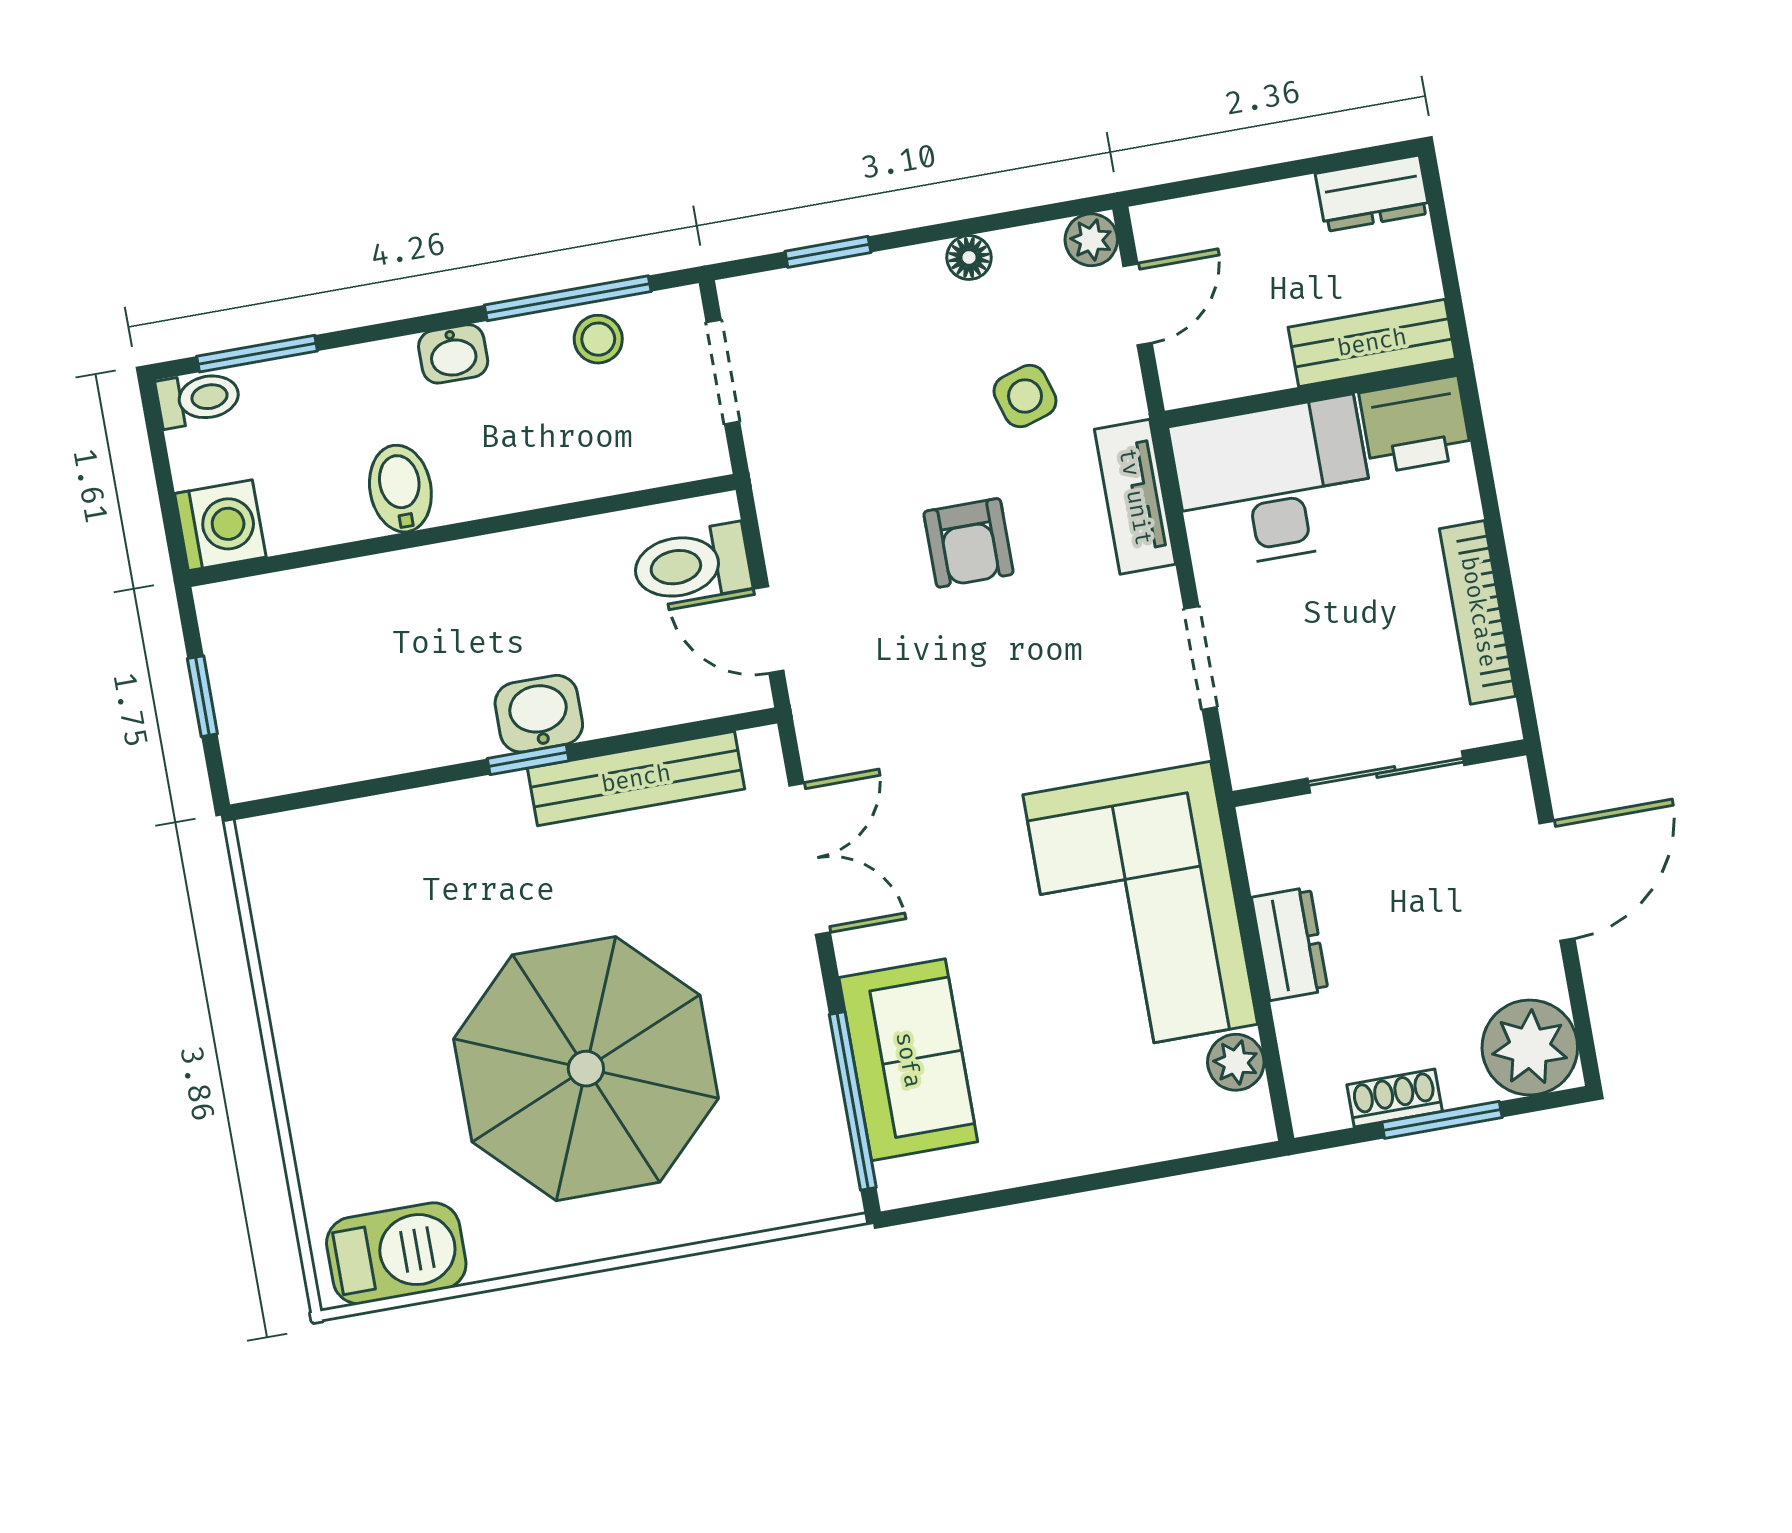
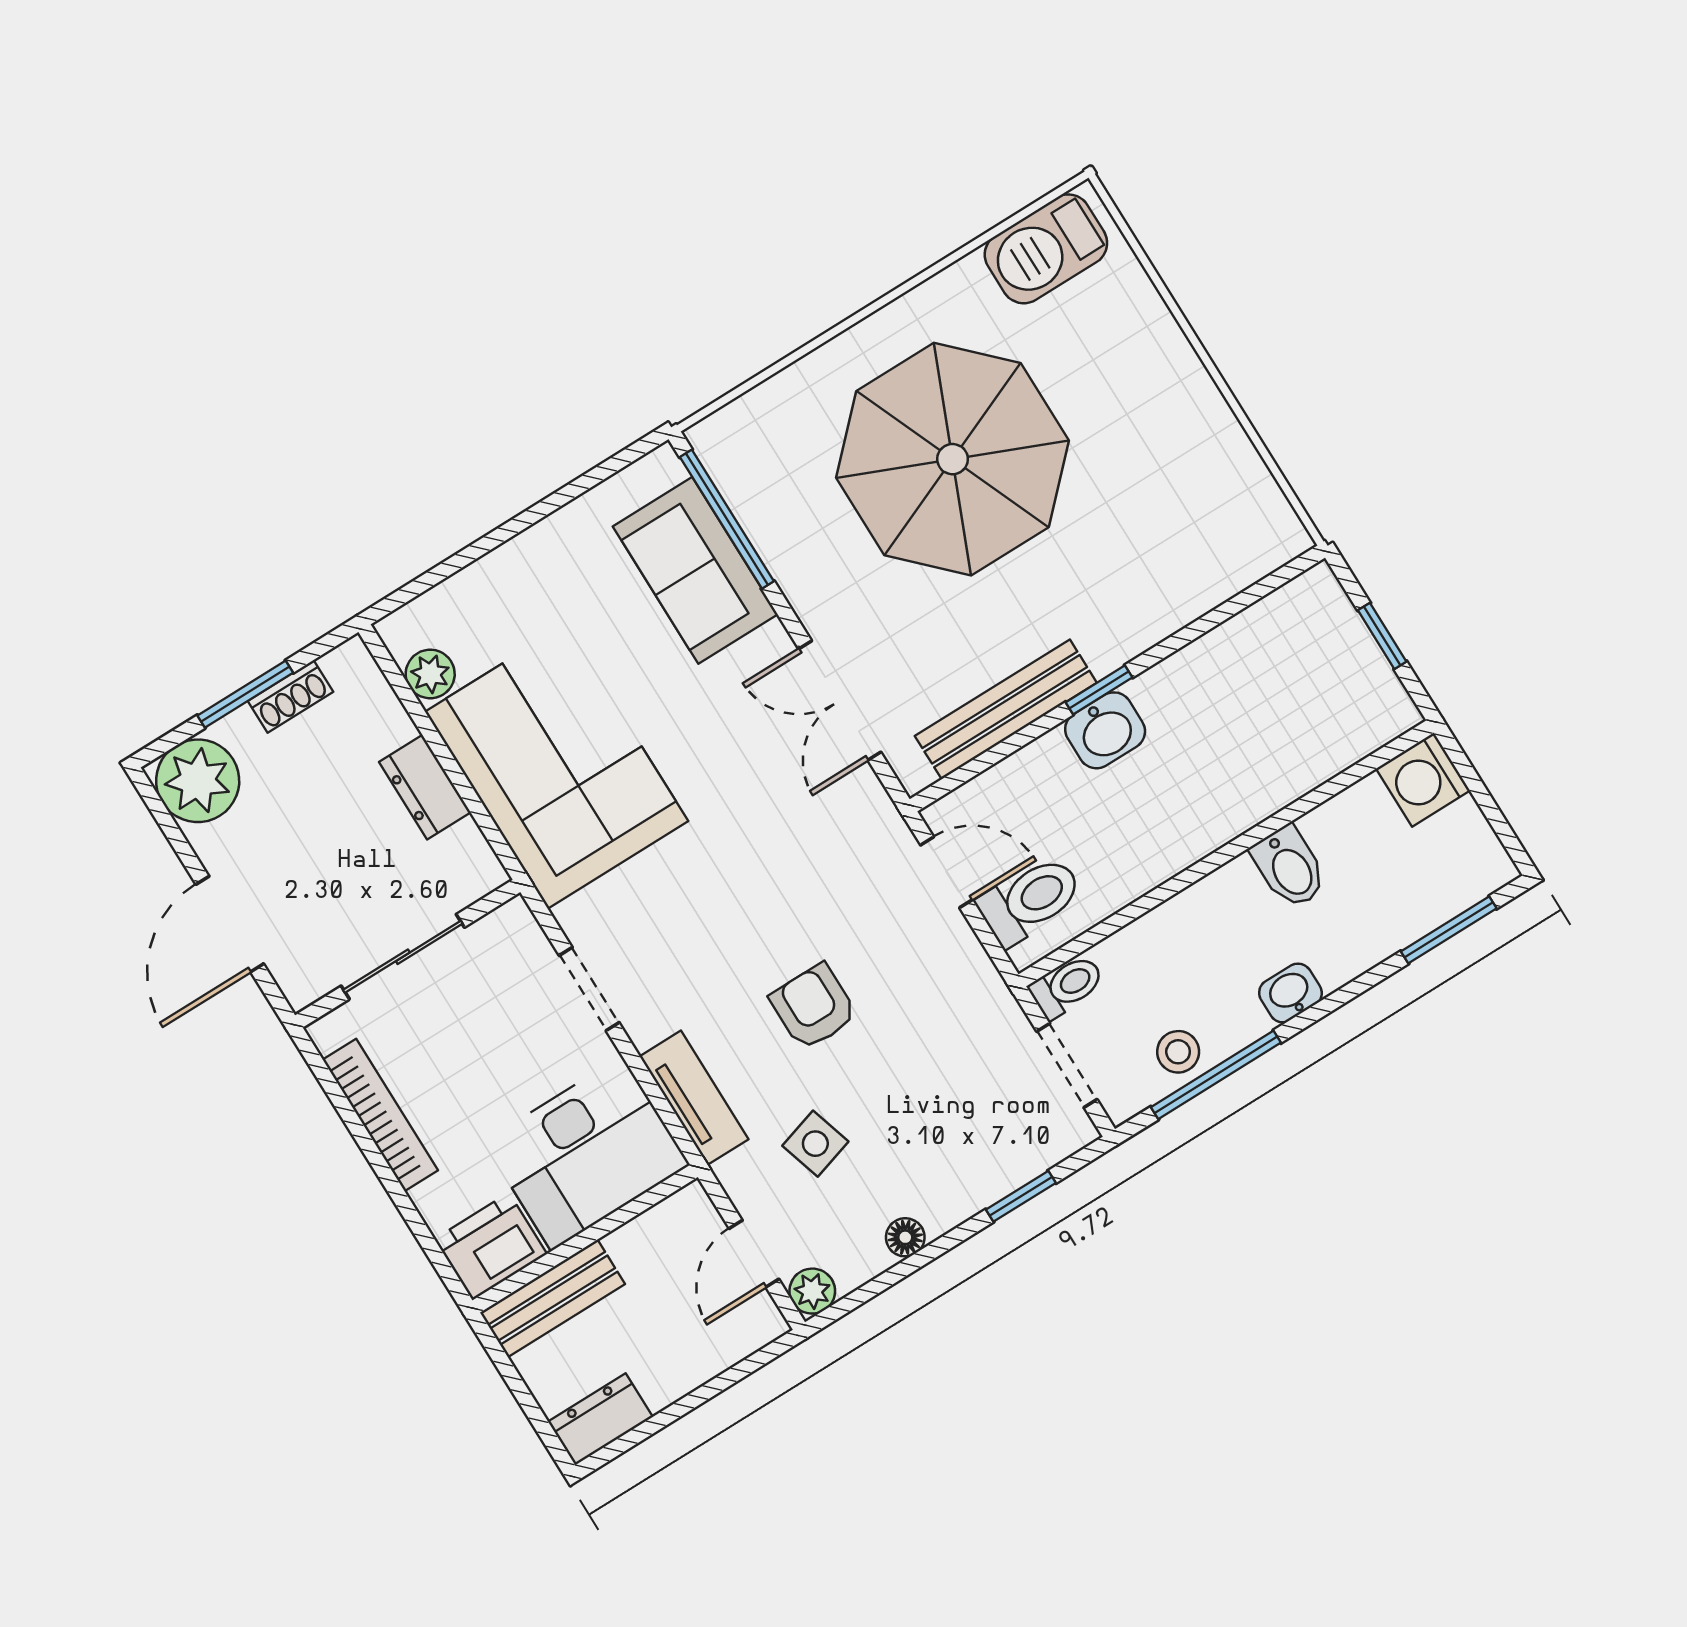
toilet: (198, 399) -> (1067, 986), moved, turned 180

